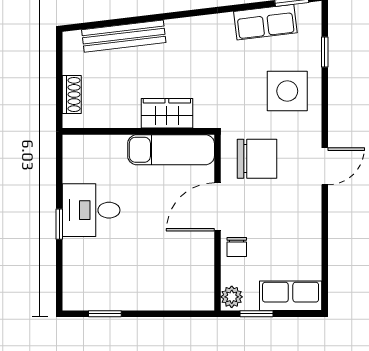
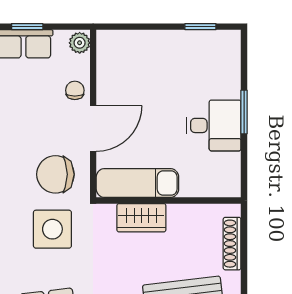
side table: (287, 91) -> (52, 229), moved
shoe rack: (72, 94) -> (232, 244), width x1.43
window: (59, 224) -> (244, 112), width x1.50
window: (257, 314) -> (27, 27), moved

